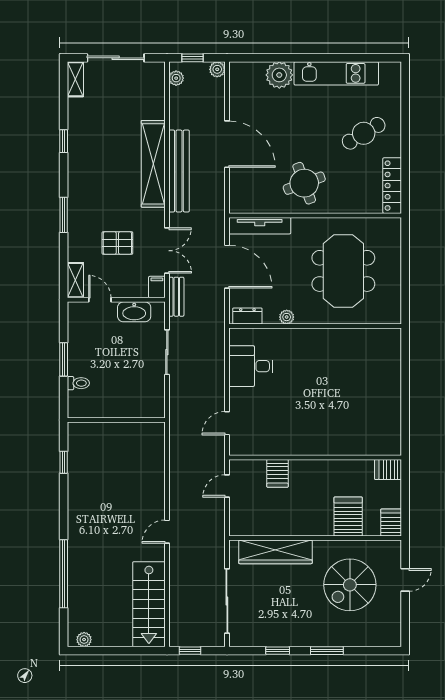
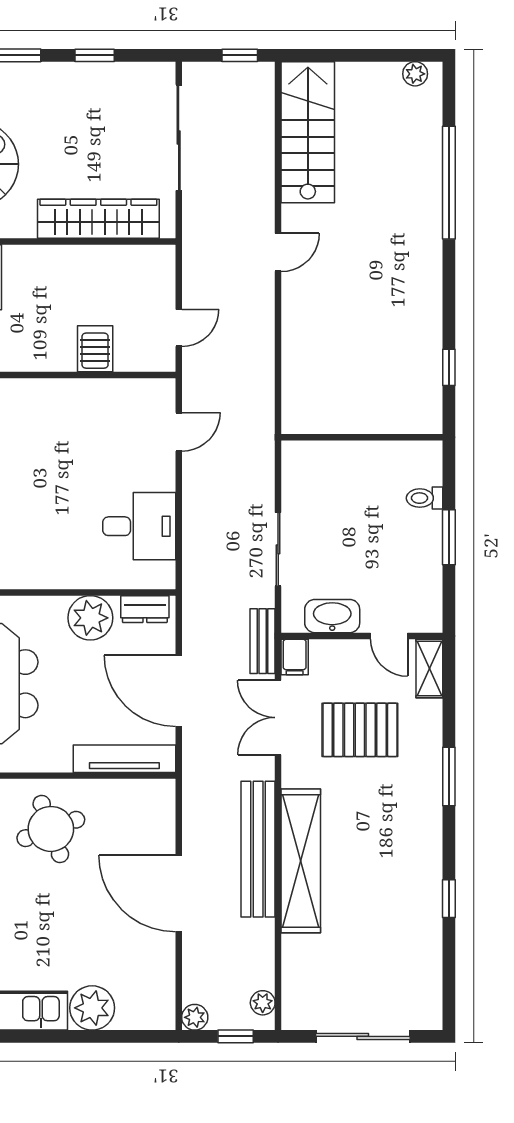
shelving: (75, 79) -> (429, 1001), removed
pallet: (117, 243) -> (360, 730), width x1.50, depth x1.42
plant: (287, 317) -> (90, 618), width x1.88, depth x1.88

